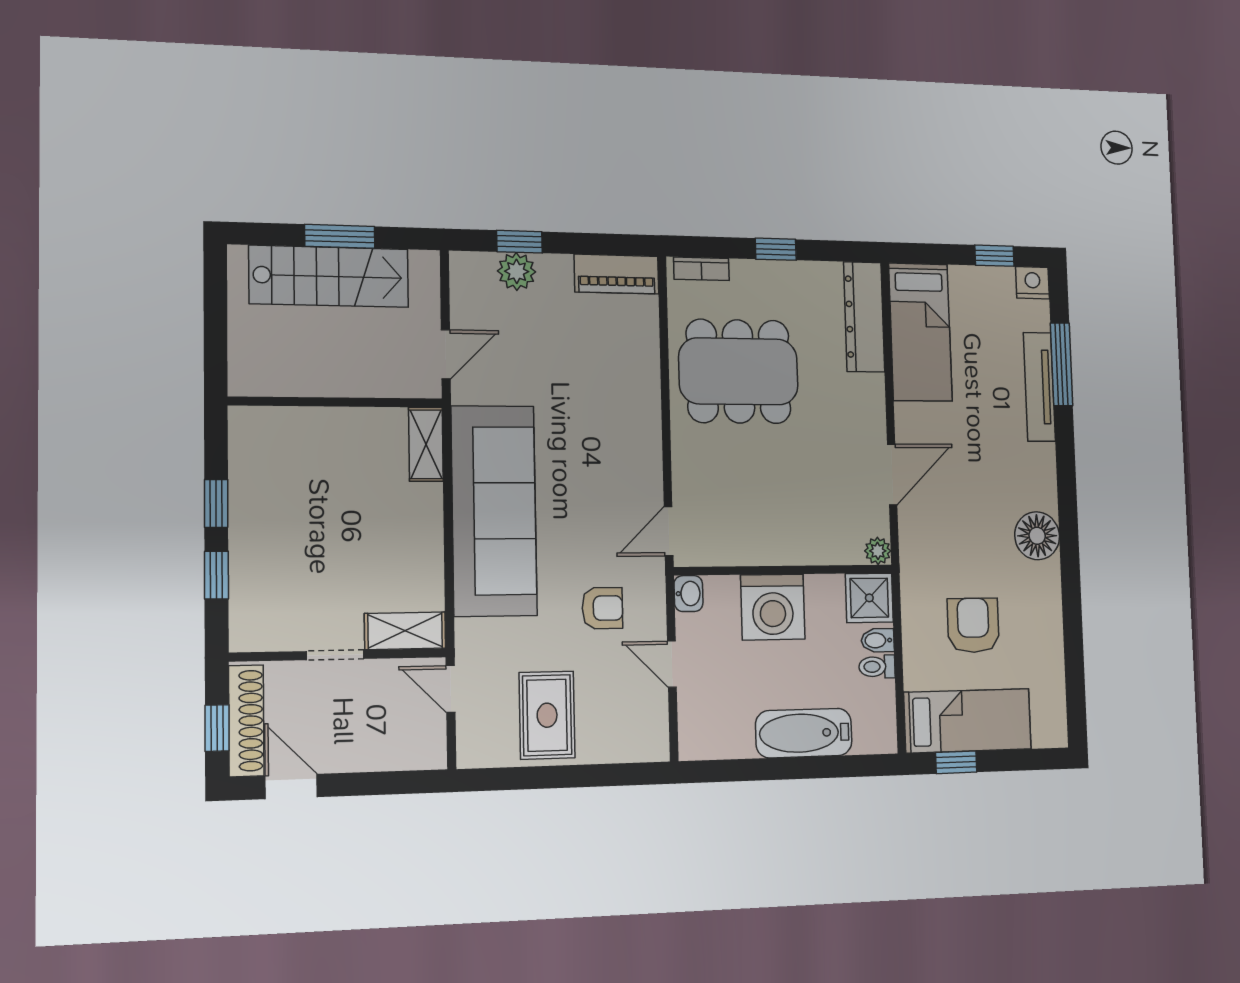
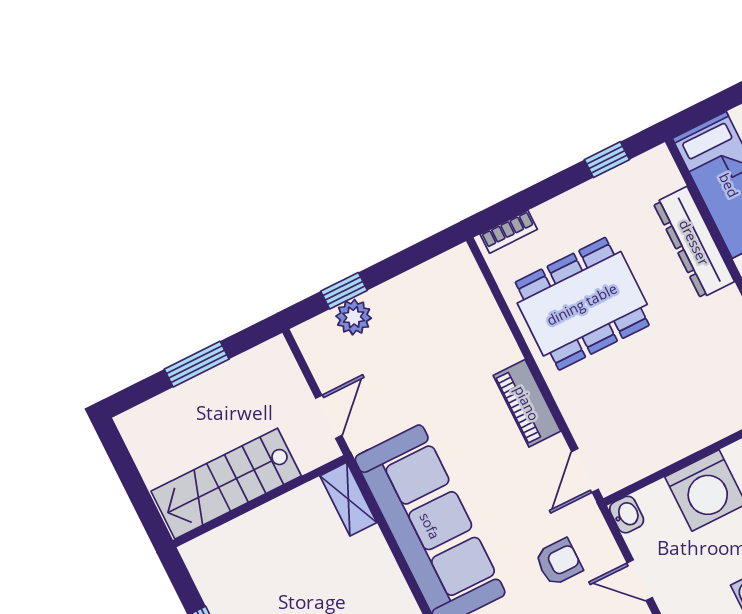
window: (776, 249) -> (607, 160), moved
piano: (617, 274) -> (527, 403), moved, turned 90
stairs: (329, 276) -> (226, 484), moved, turned 180
dresser: (864, 317) -> (694, 242), moved

